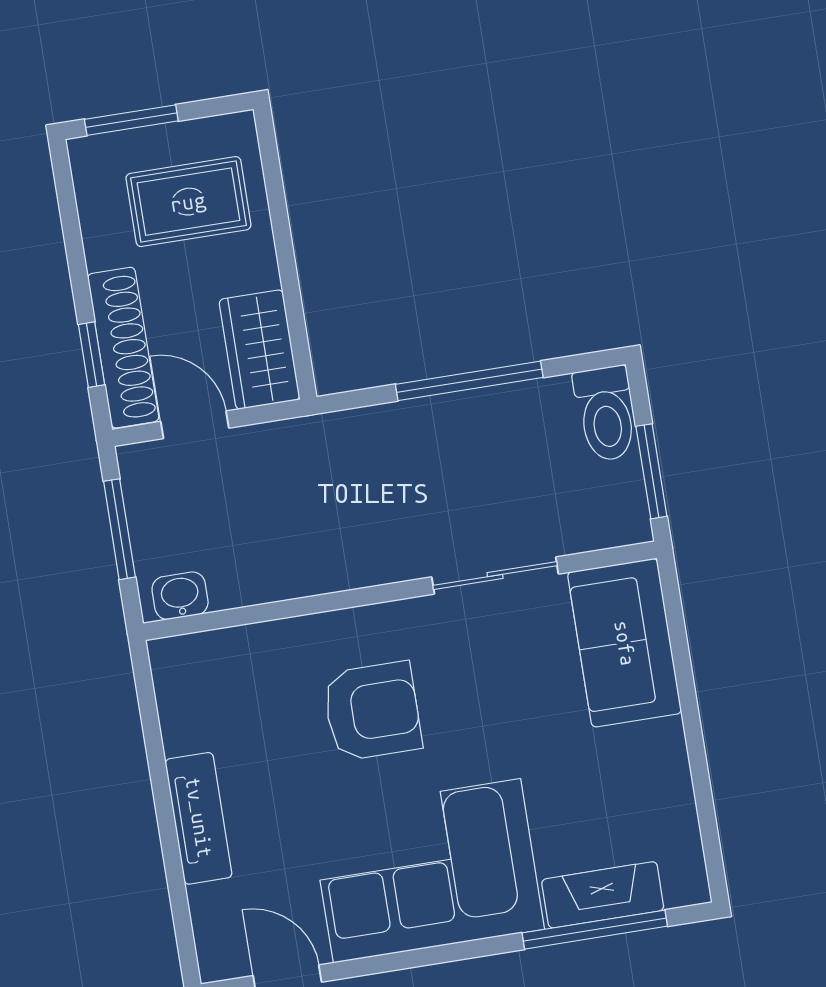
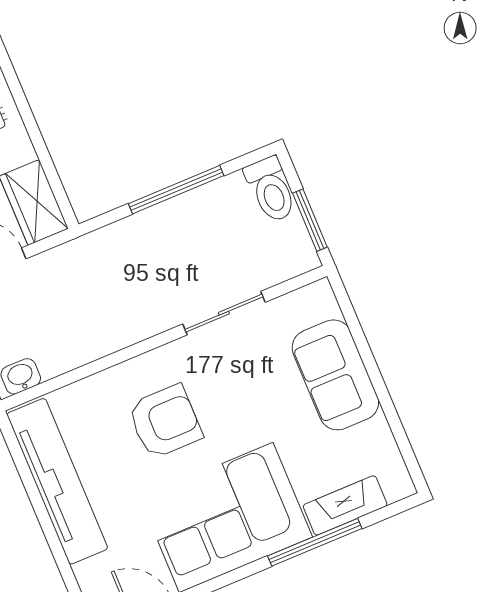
sofa: (625, 643) -> (335, 375), moved
tv unit: (199, 818) -> (57, 481), width x1.92, depth x1.29
window: (595, 930) -> (315, 542), moved

